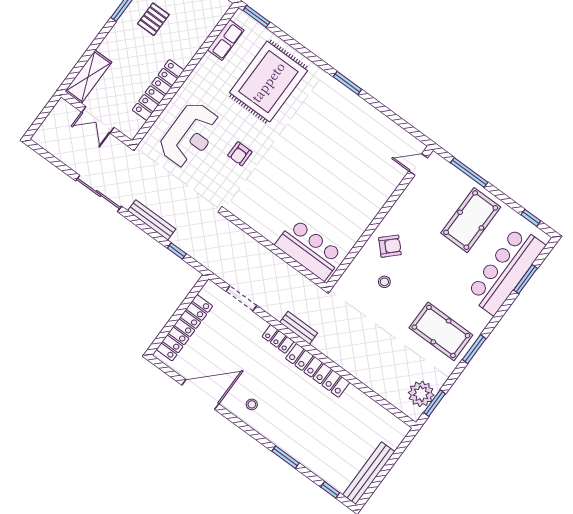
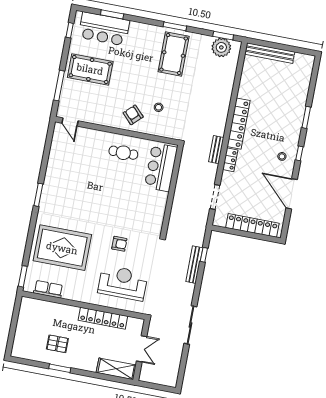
cafe table: (349, 212) -> (123, 153), added
bench: (152, 220) -> (194, 265), moved
bar counter: (506, 270) -> (104, 29), width x0.73
bench: (369, 473) -> (270, 53), moved
window: (330, 490) -> (299, 153), moved

